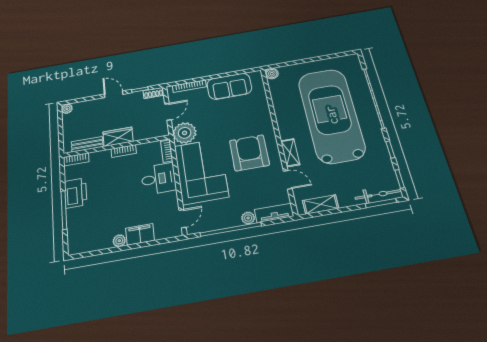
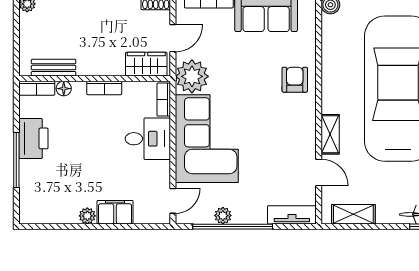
wardrobe: (118, 137) -> (146, 64), moved
armchair: (249, 153) -> (295, 80), moved, width x0.53, depth x0.53
floor lamp: (95, 156) -> (64, 89), added
plant: (248, 218) -> (223, 216), moved

